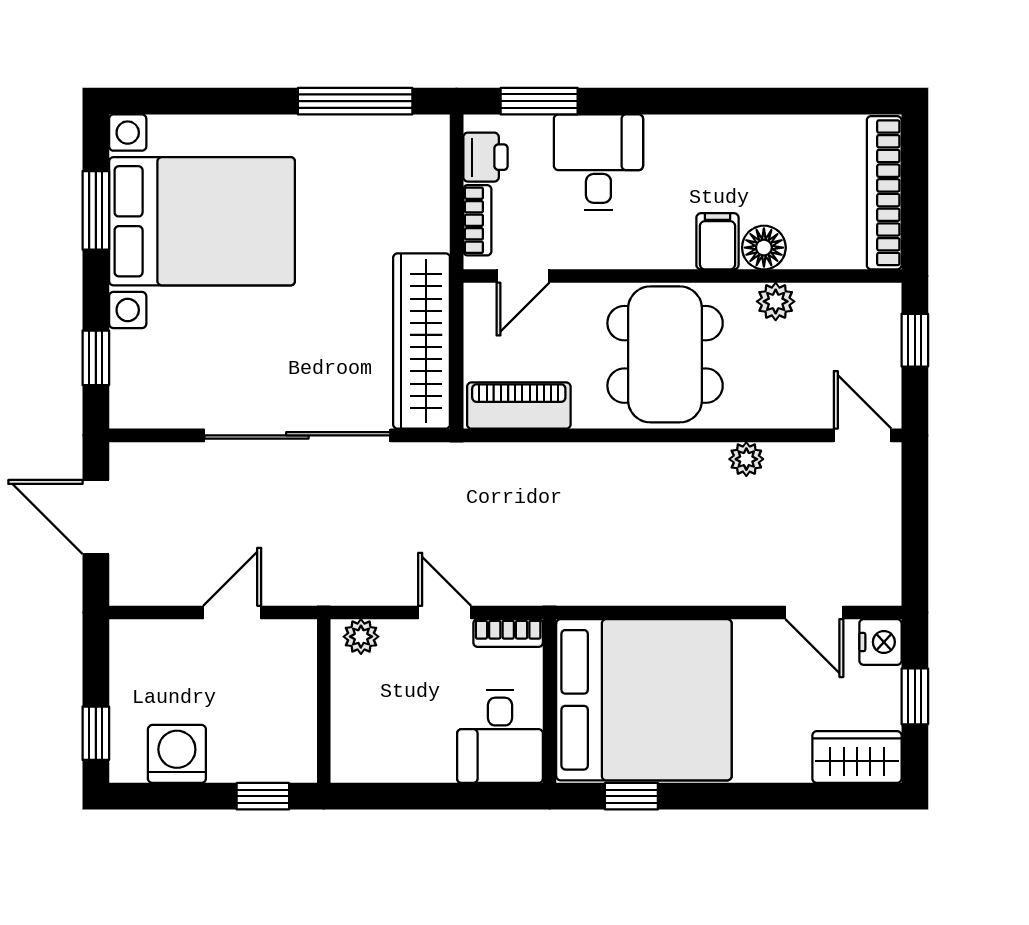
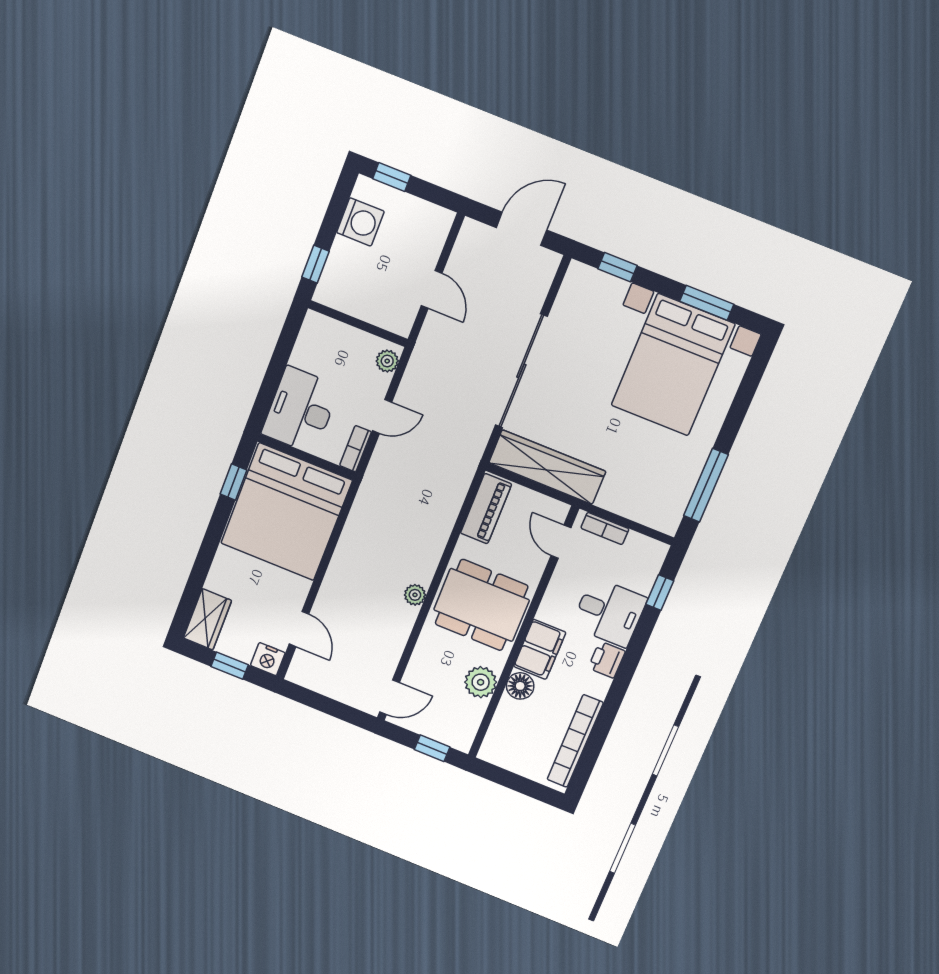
window: (539, 101) -> (660, 593), width x0.67
printer: (485, 157) -> (607, 660), moved, turned 90
bookcase: (884, 193) -> (575, 741), moved, turned -90
filing cabinet: (717, 241) -> (540, 649), width x2.00
plant: (776, 301) -> (481, 682), width x1.38, depth x1.38
plant: (746, 459) -> (415, 595), moved
door: (814, 612) -> (299, 629), swing flipped
desk: (500, 737) -> (301, 410), width x1.37

